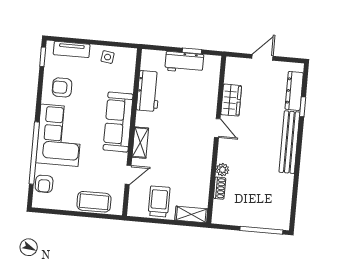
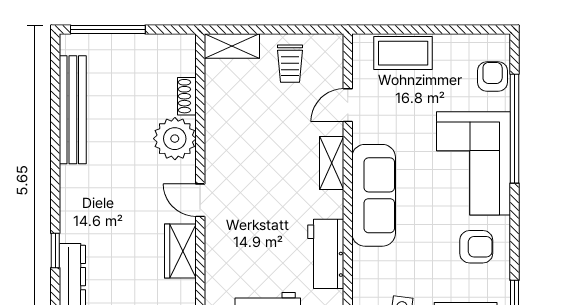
bench: (289, 142) -> (73, 110), moved
plant: (222, 170) -> (175, 139), width x1.87, depth x1.87
trolley: (159, 201) -> (290, 64), width x0.73, depth x0.72

